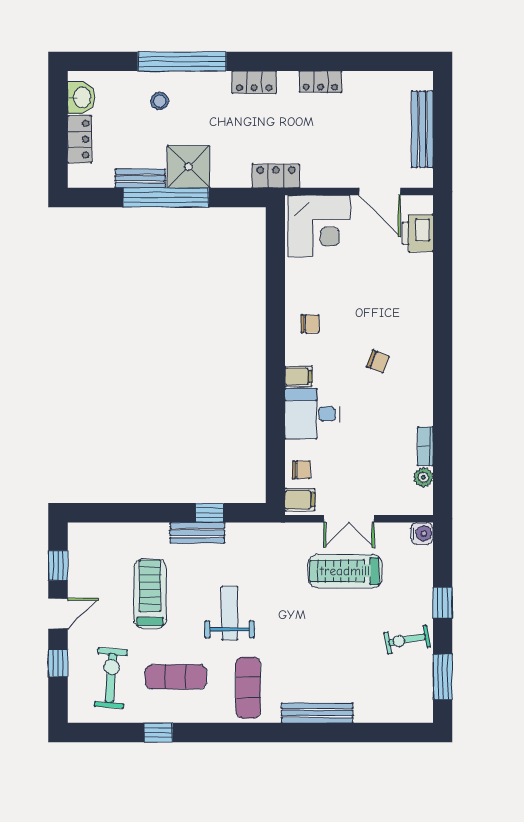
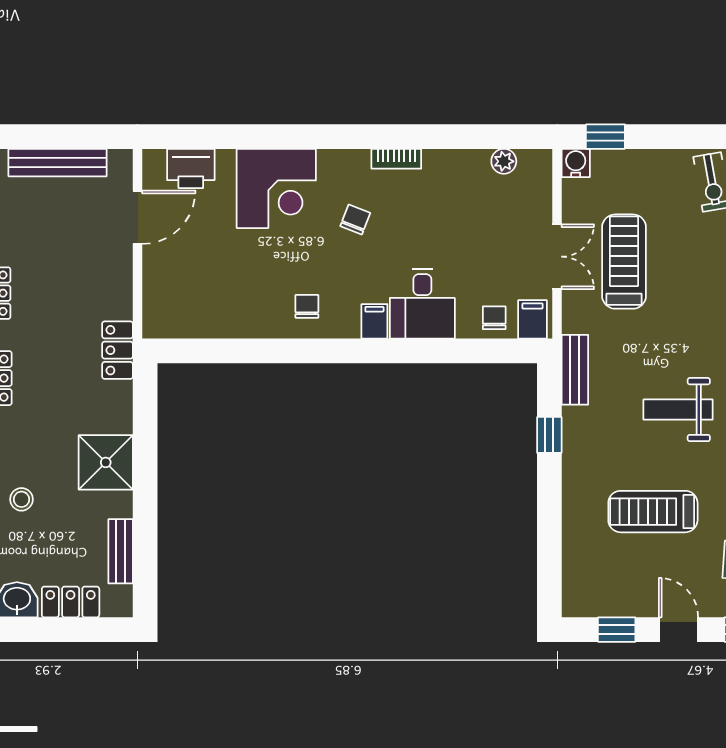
bench: (140, 178) -> (121, 551), moved
window: (166, 198) -> (145, 491), removed
corner desk: (319, 226) -> (276, 188), moved, turned 90
bookcase: (425, 446) -> (396, 159), moved
bench: (197, 533) -> (575, 370), moved
treadmill: (345, 571) -> (624, 262), turned 180
window: (443, 603) -> (605, 137), moved

